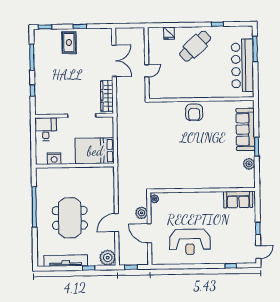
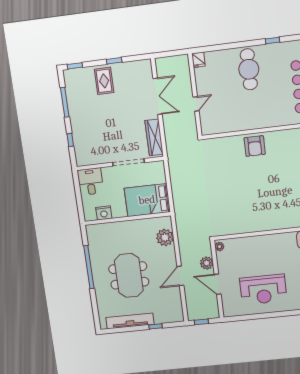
fridge: (169, 33) -> (198, 60), moved
cafe table: (195, 46) -> (249, 69), turned -47
plant: (108, 258) -> (165, 237), moved

